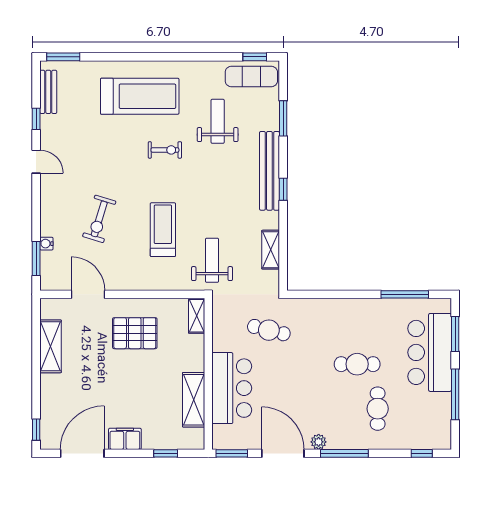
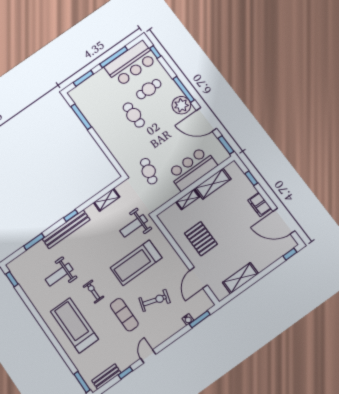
exercise mat: (251, 76) -> (124, 315), moved
treadmill: (163, 230) -> (136, 263), width x1.37, depth x1.38
shelving: (197, 316) -> (188, 199), moved
bar counter: (430, 352) -> (131, 63), moved
plant: (319, 442) -> (181, 105), width x1.87, depth x1.87
door: (283, 453) -> (207, 119), hinge flipped

